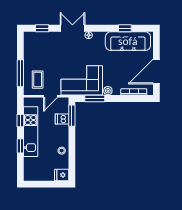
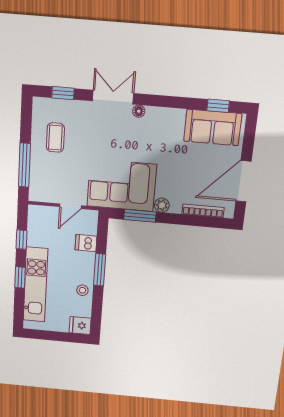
window: (125, 28) -> (218, 106), moved
sofa: (128, 41) -> (213, 127), width x0.73
coffee table: (38, 80) -> (55, 138), moved
window: (72, 116) -> (100, 270), moved
kitchen unit: (31, 132) -> (35, 285), moved

